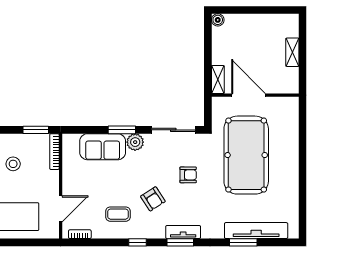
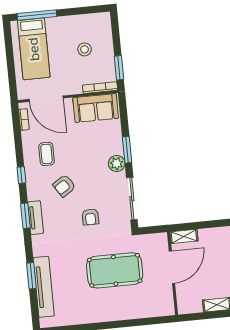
sofa: (103, 147) -> (96, 108), moved, turned -90
pool table: (246, 155) -> (115, 270), width x0.73, depth x0.76
door: (61, 209) -> (46, 99), width x1.36

